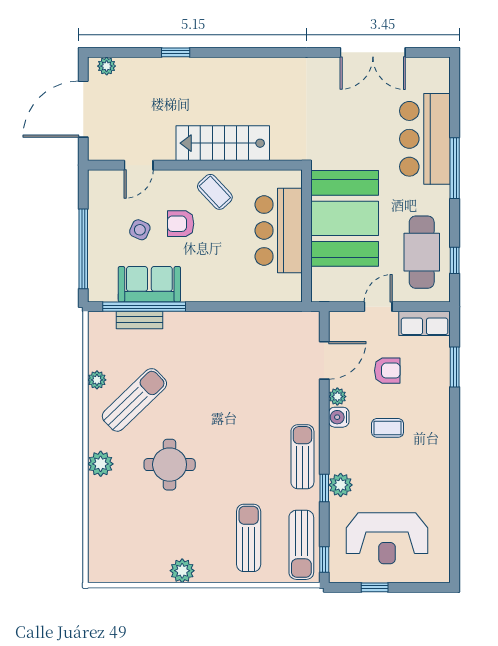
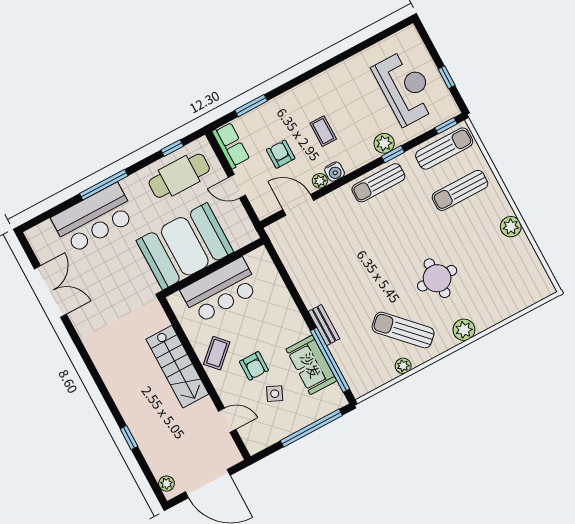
bench: (140, 320) -> (324, 325), moved

